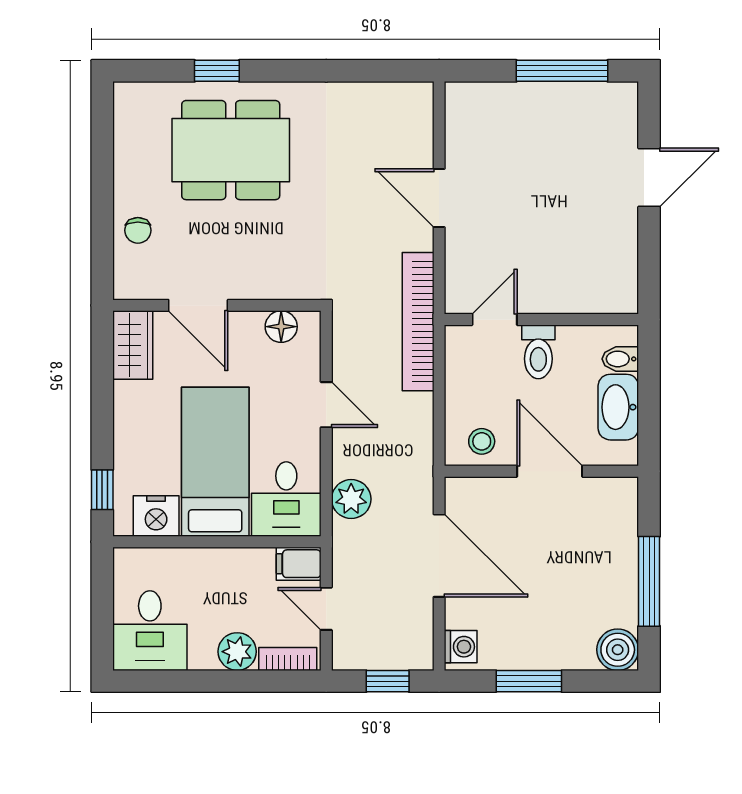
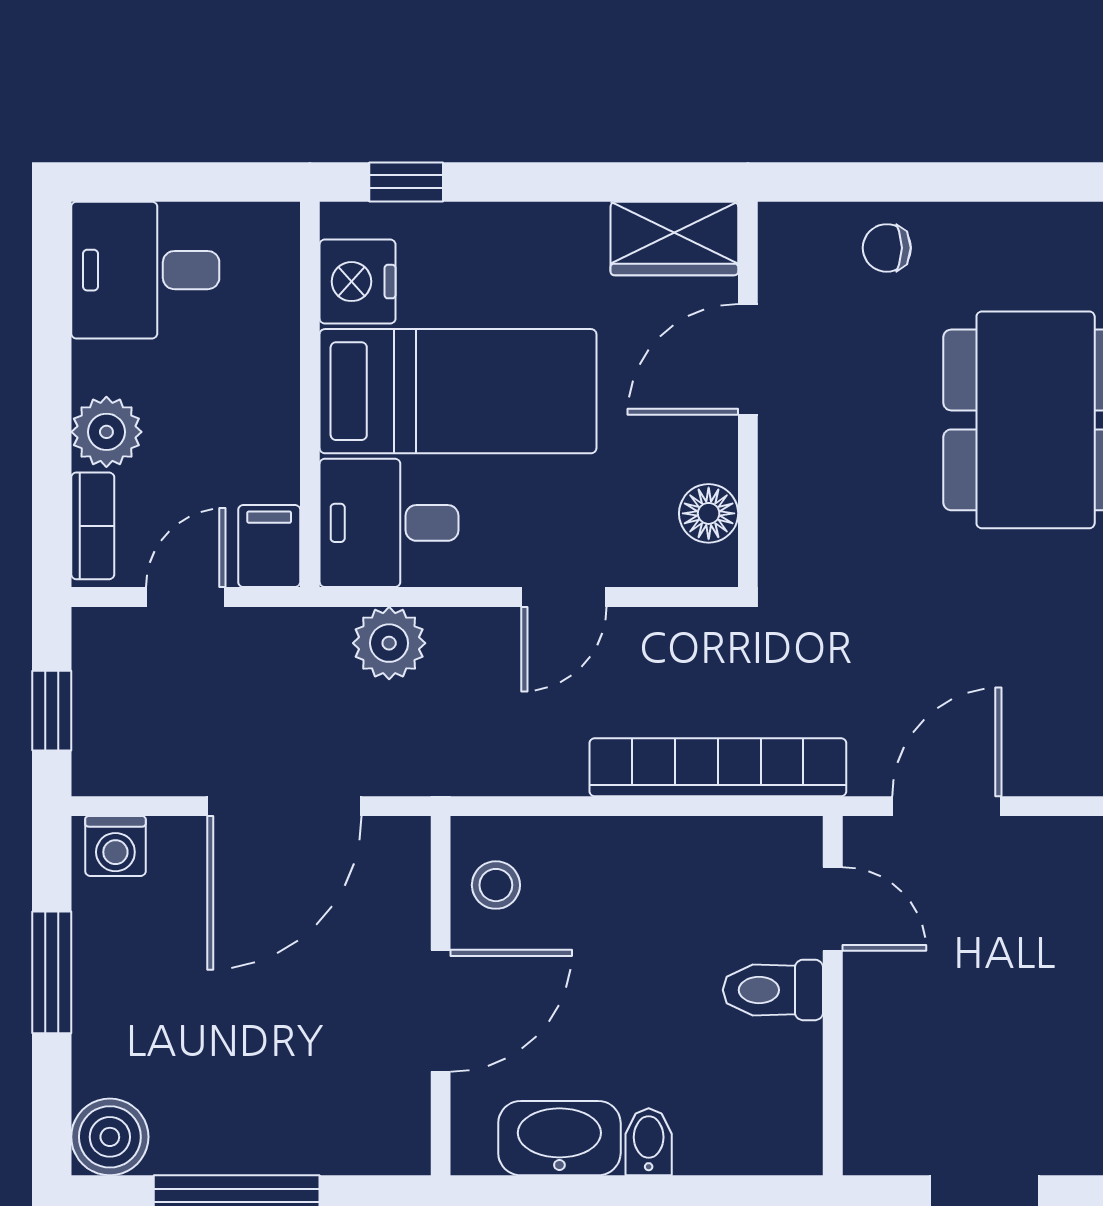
door: (495, 320) -> (833, 909), moved
wall: (541, 320) -> (833, 996), moved
toilet: (538, 352) -> (773, 990), moved

